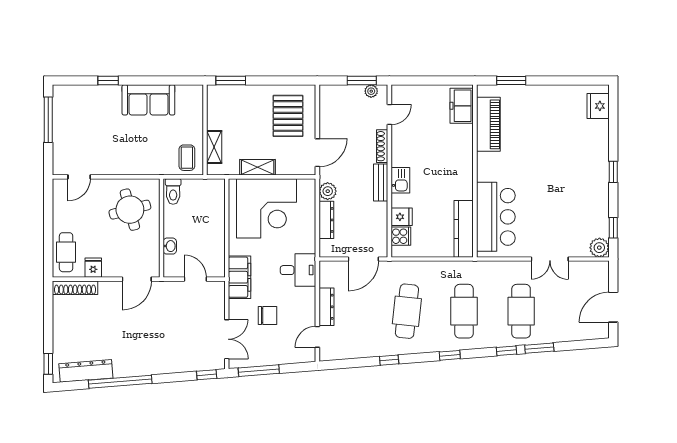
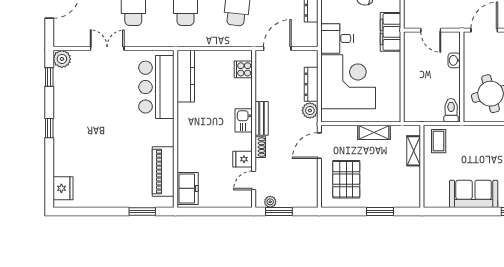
window: (231, 80) -> (380, 212), moved
shoe rack: (382, 146) -> (260, 147), width x0.70
corner desk: (267, 208) -> (348, 82), moved, turned 90
fridge: (402, 217) -> (242, 159), moved

